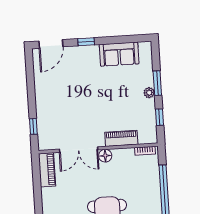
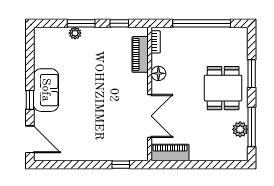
sofa: (119, 54) -> (46, 90), moved
plant: (149, 93) -> (75, 33), moved
piano: (121, 138) -> (140, 54), moved
floor lamp: (105, 156) -> (158, 73), moved

